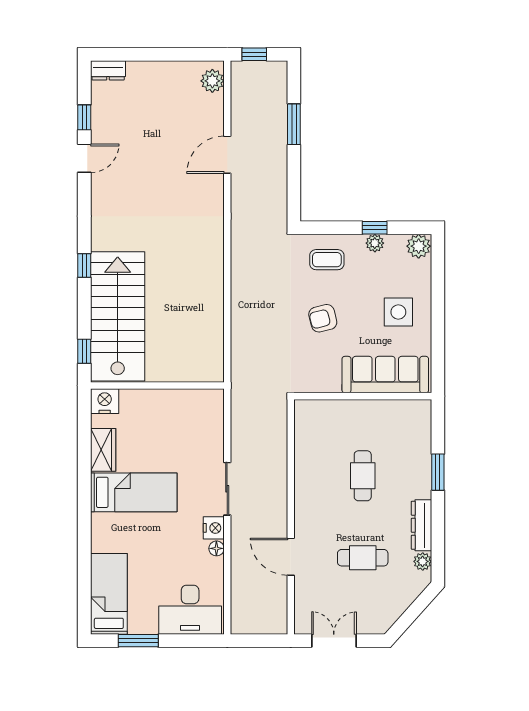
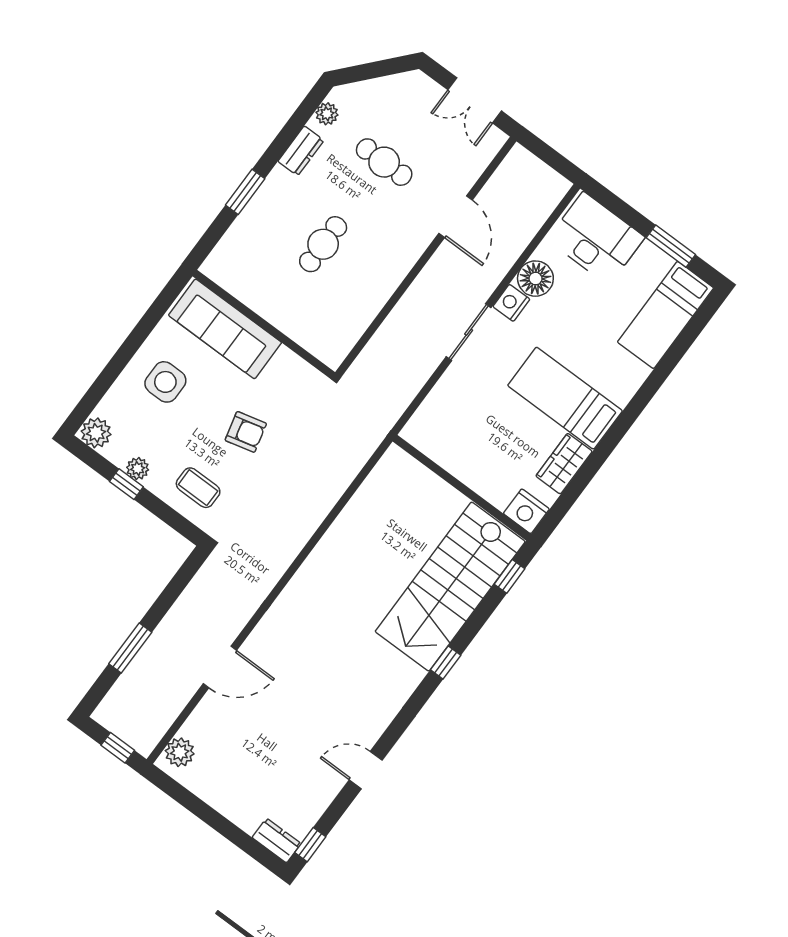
window: (84, 117) -> (310, 845), moved
dresser: (421, 525) -> (301, 151), width x0.70
floor lamp: (216, 548) -> (535, 279), width x1.89, depth x1.89

